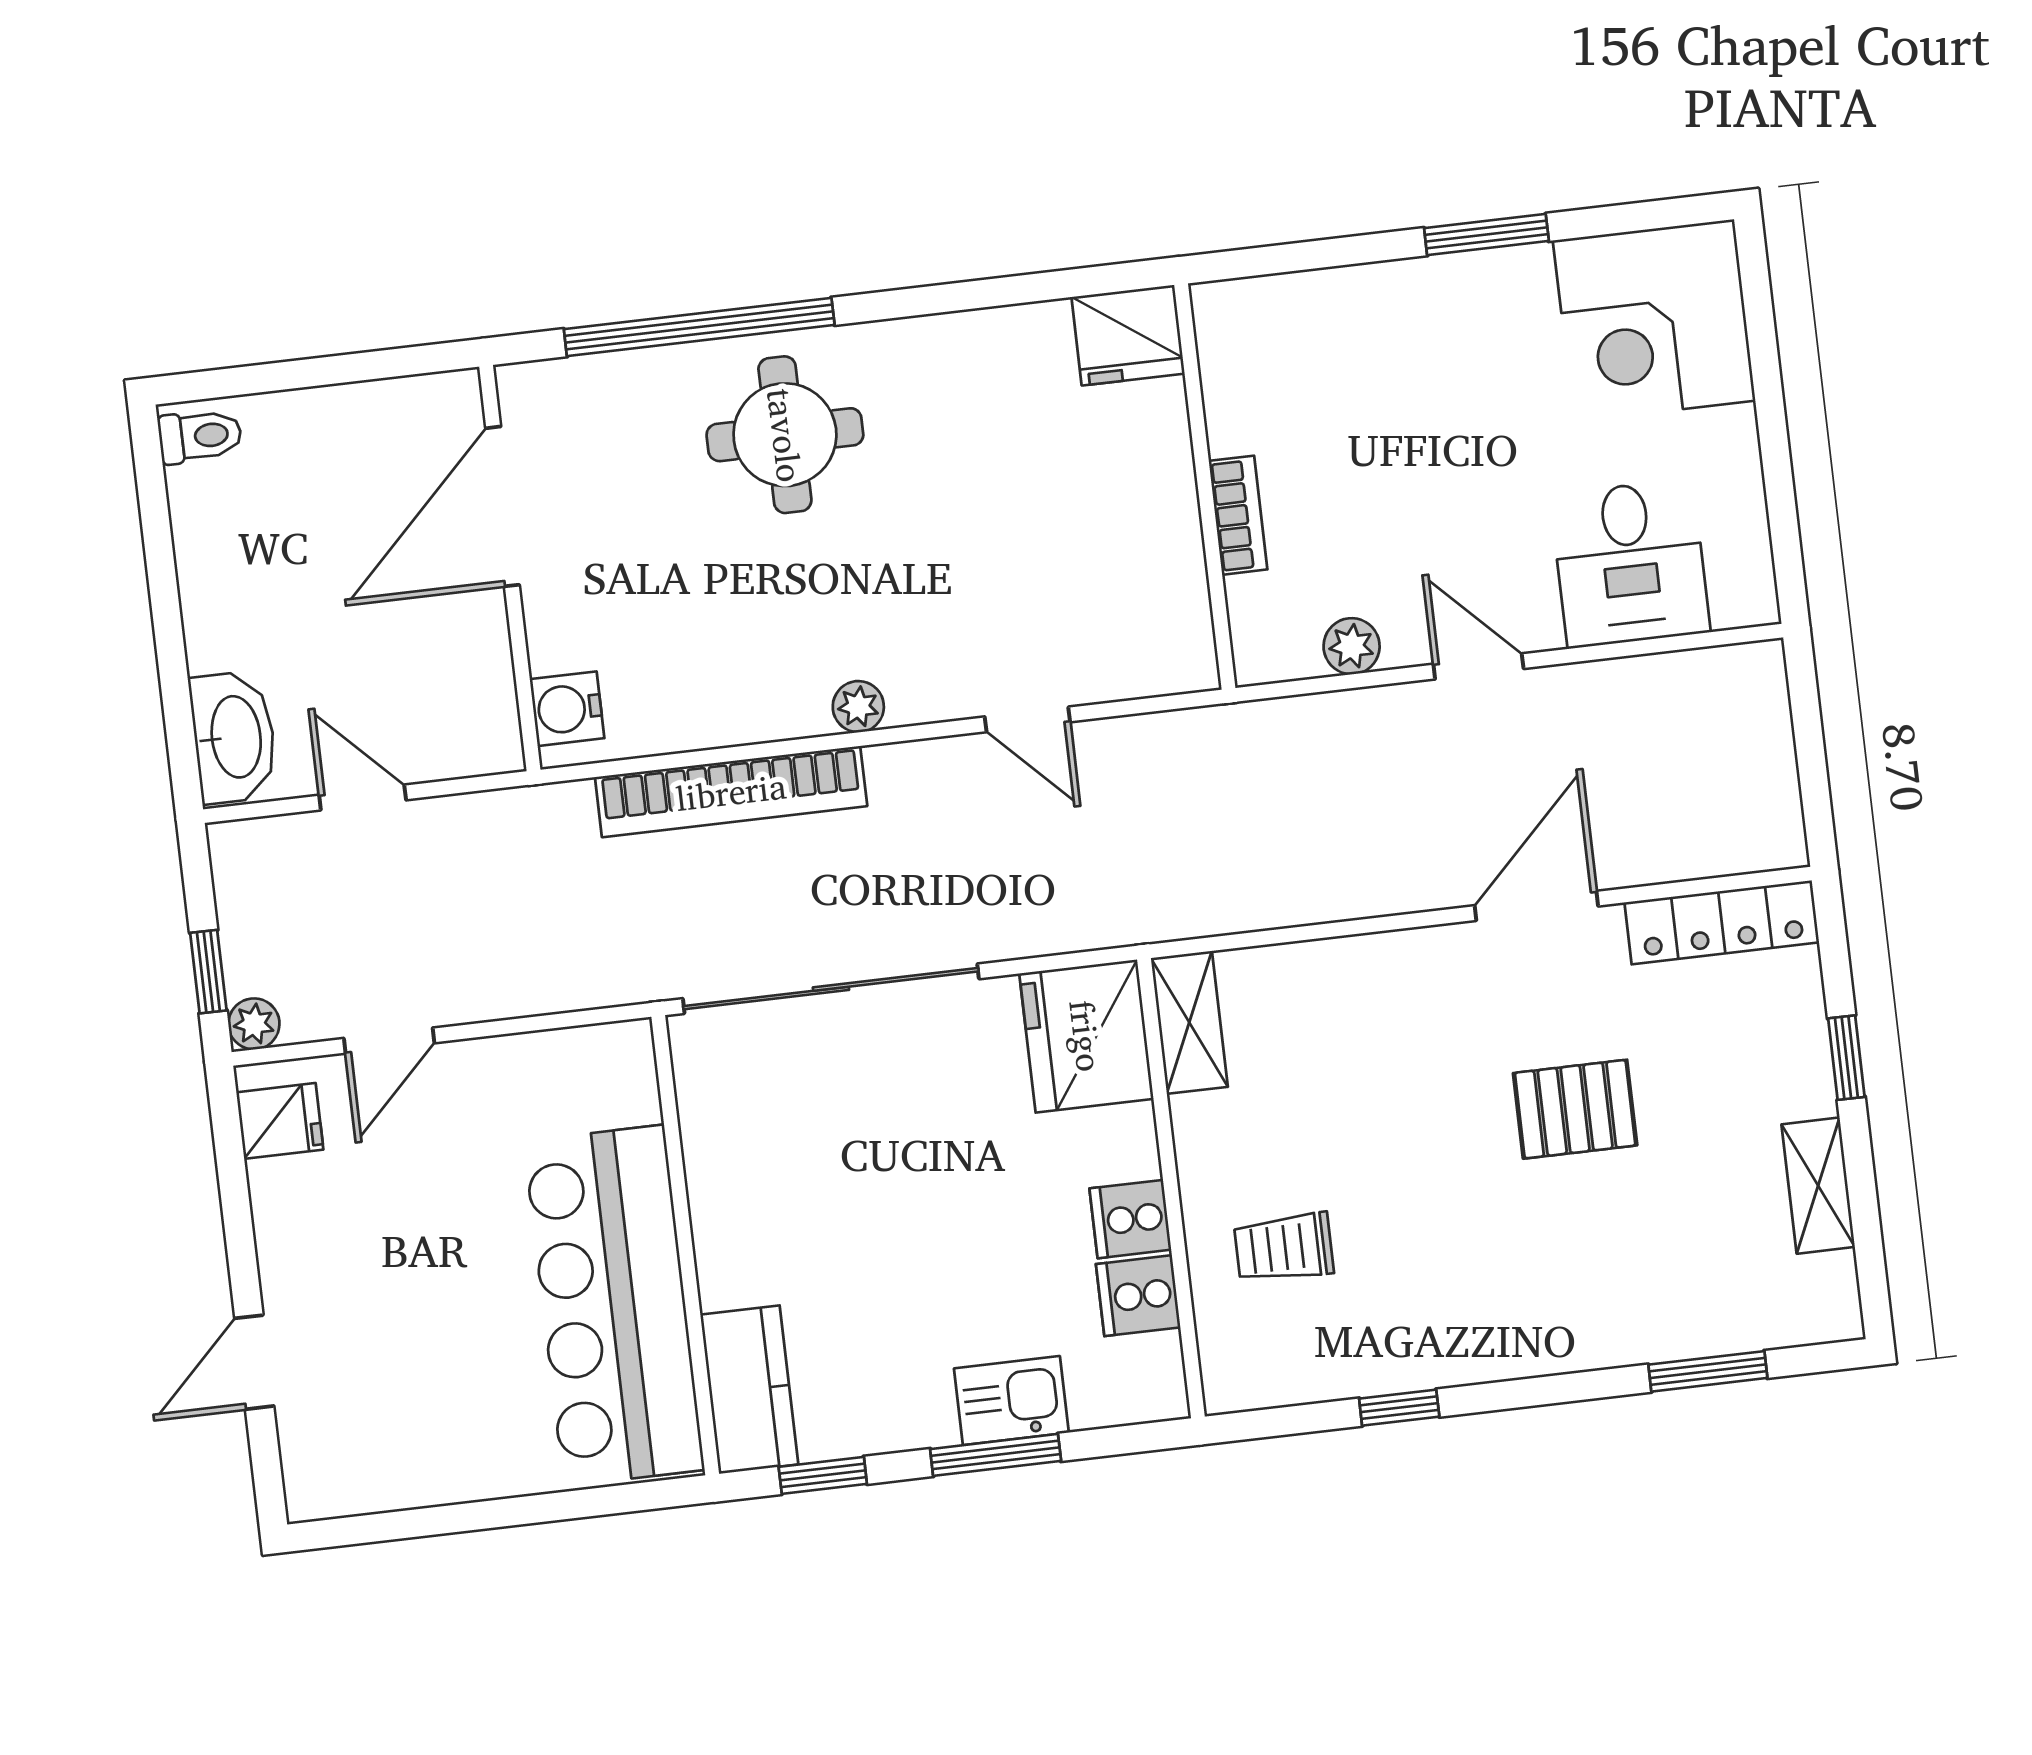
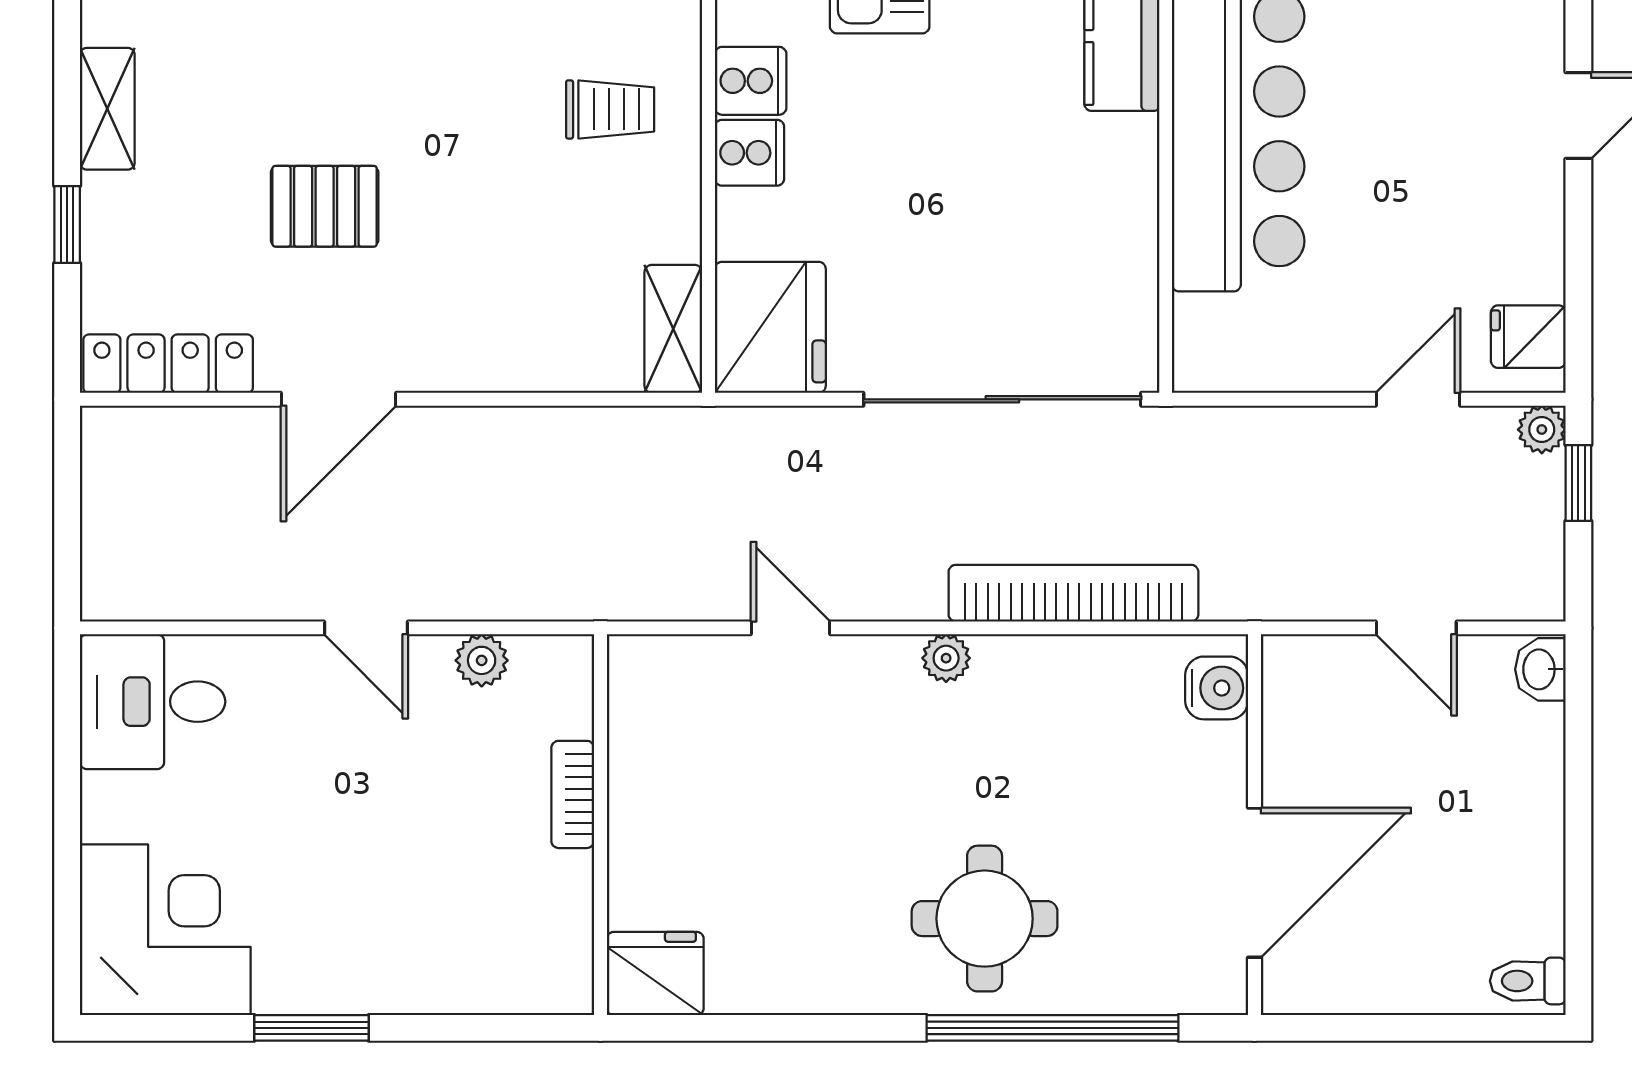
desk: (1630, 563) -> (153, 702), moved, turned -90
washbasin: (234, 737) -> (1540, 669), width x0.52, depth x0.69

